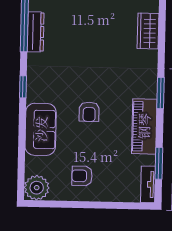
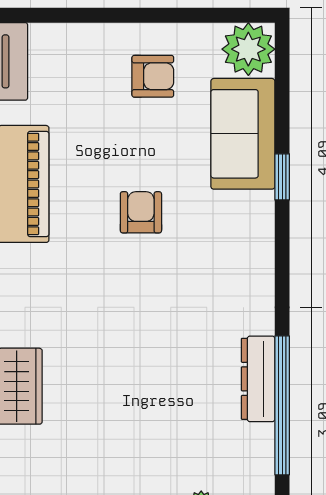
window: (23, 87) -> (282, 177), moved
sofa: (41, 129) -> (243, 134), moved

